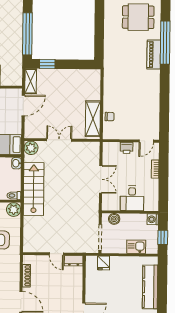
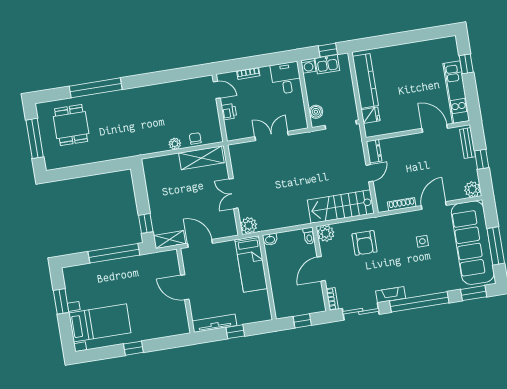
piano: (154, 54) -> (112, 99), removed
plant: (108, 99) -> (175, 144), added
stairs: (34, 189) -> (341, 207), moved
desk: (132, 198) -> (286, 78), moved, turned -90
kitchen sink: (136, 247) -> (327, 64), moved, turned -90
kitchen counter: (150, 287) -> (365, 81), moved, turned -90

